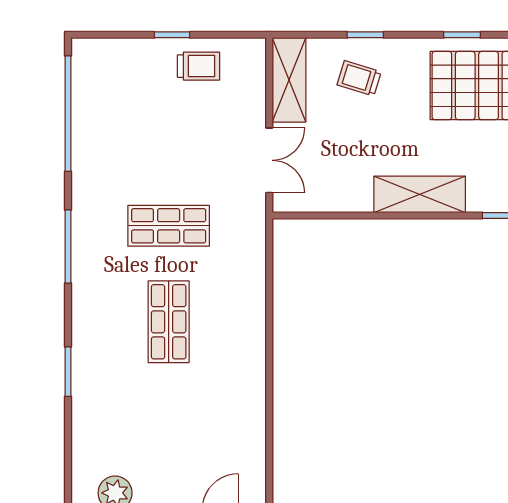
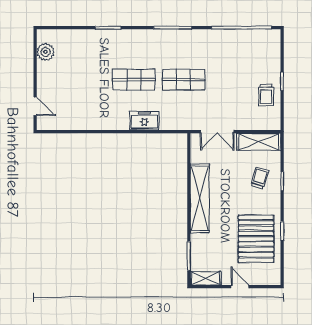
shelving: (420, 194) -> (200, 198), width x1.47
shop shelf: (169, 226) -> (183, 80), turned 90
freezer: (248, 302) -> (144, 121), added

